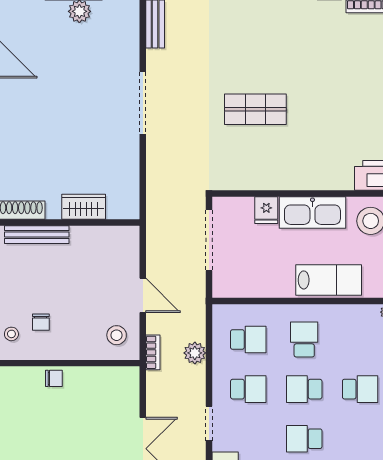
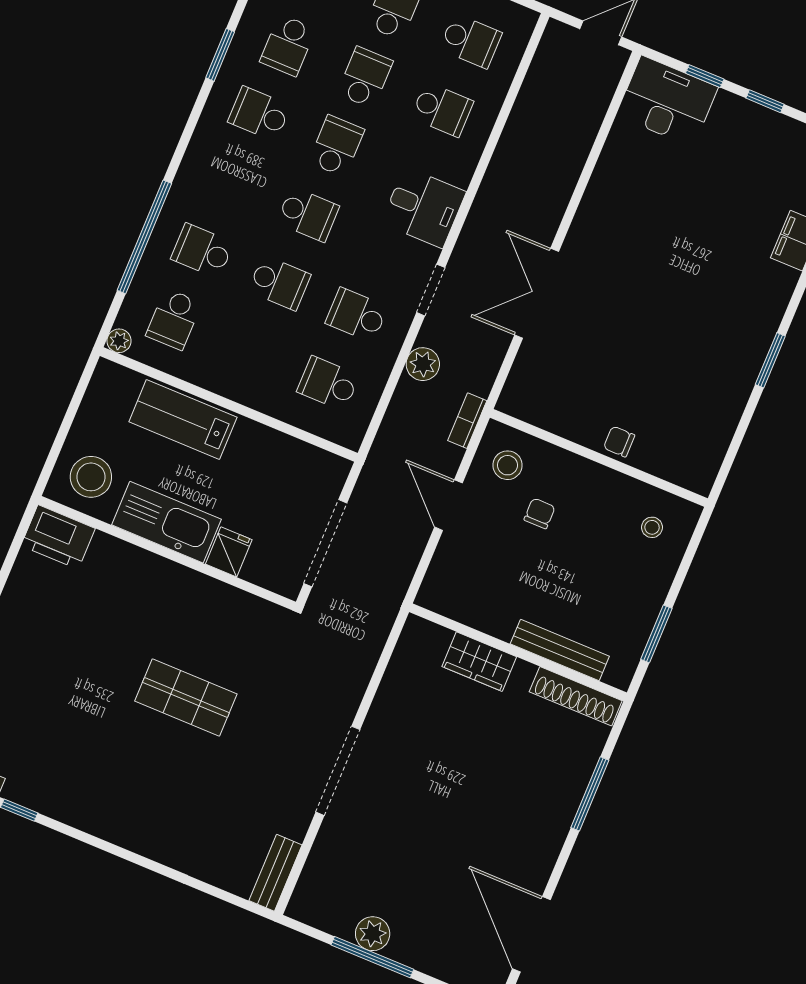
chair: (41, 322) -> (540, 513), moved
school desk: (304, 340) -> (174, 319), moved
plant: (195, 353) -> (423, 364), moved

